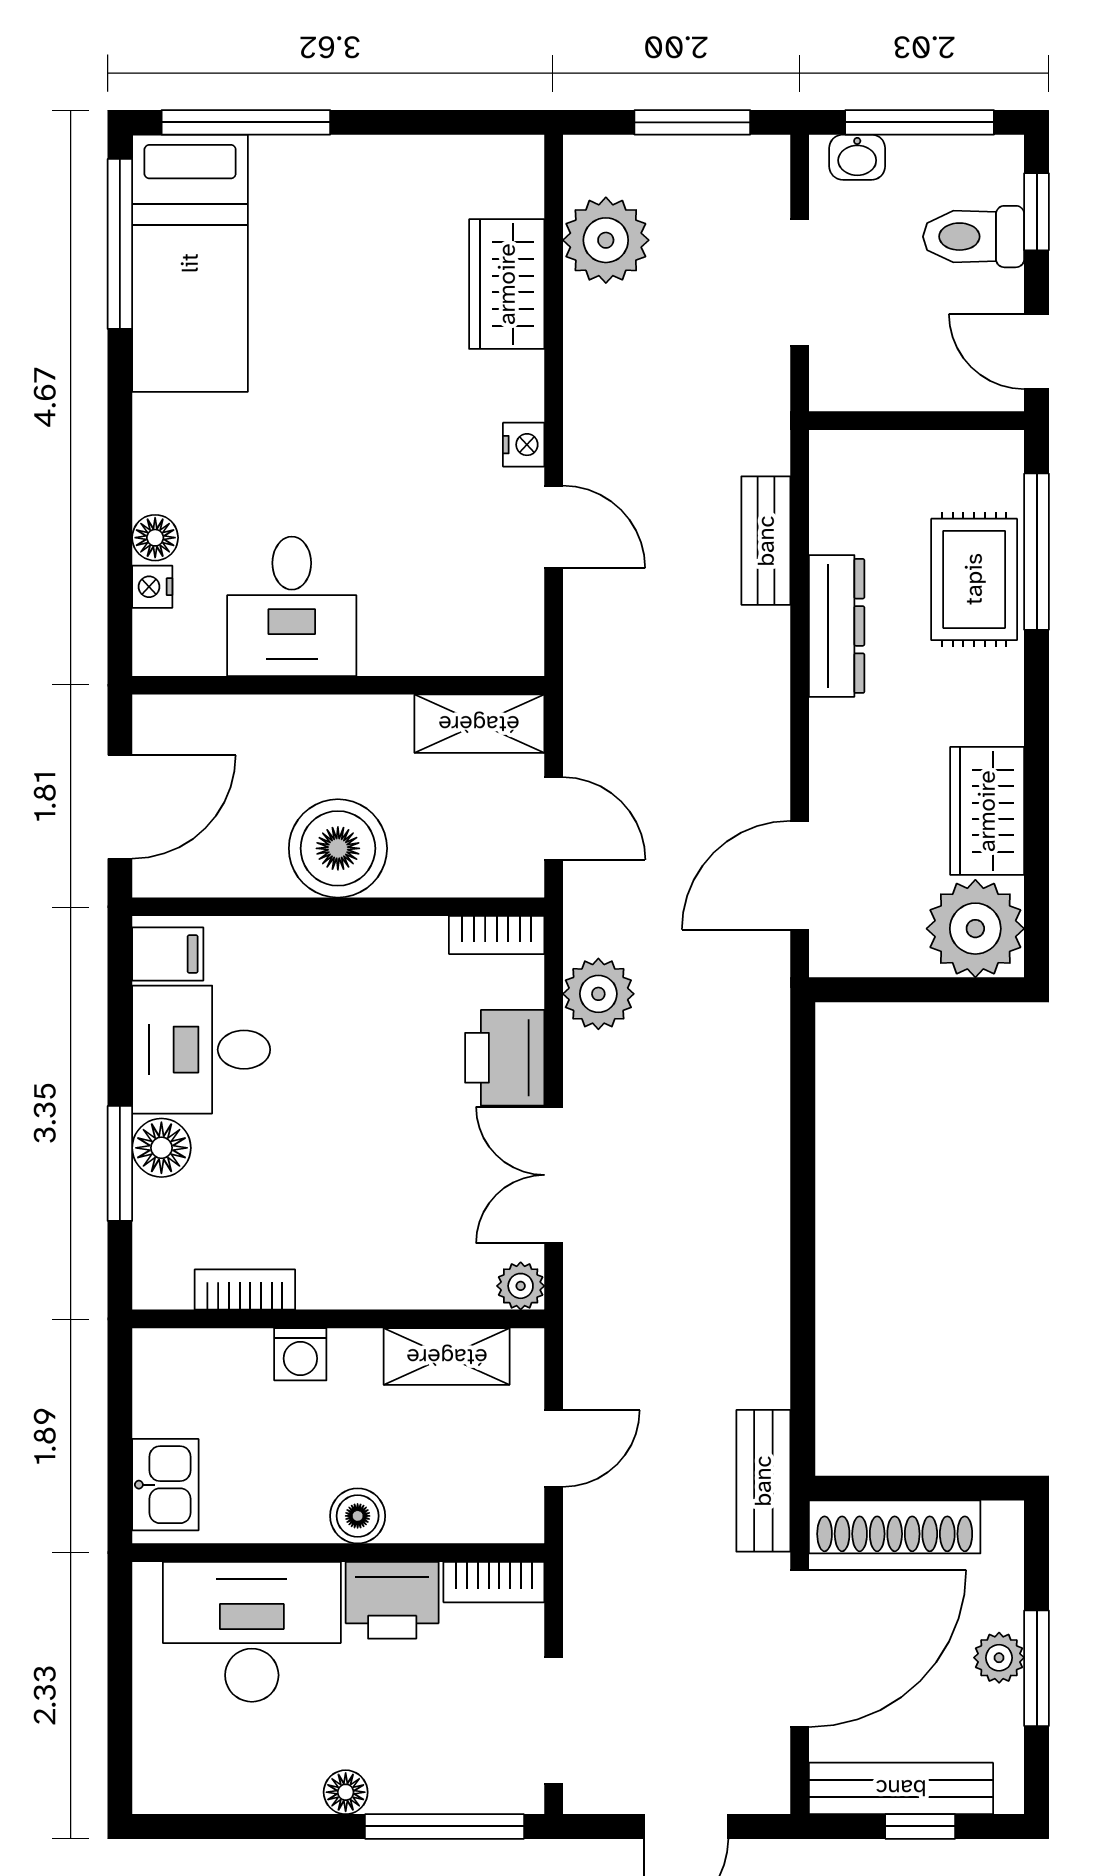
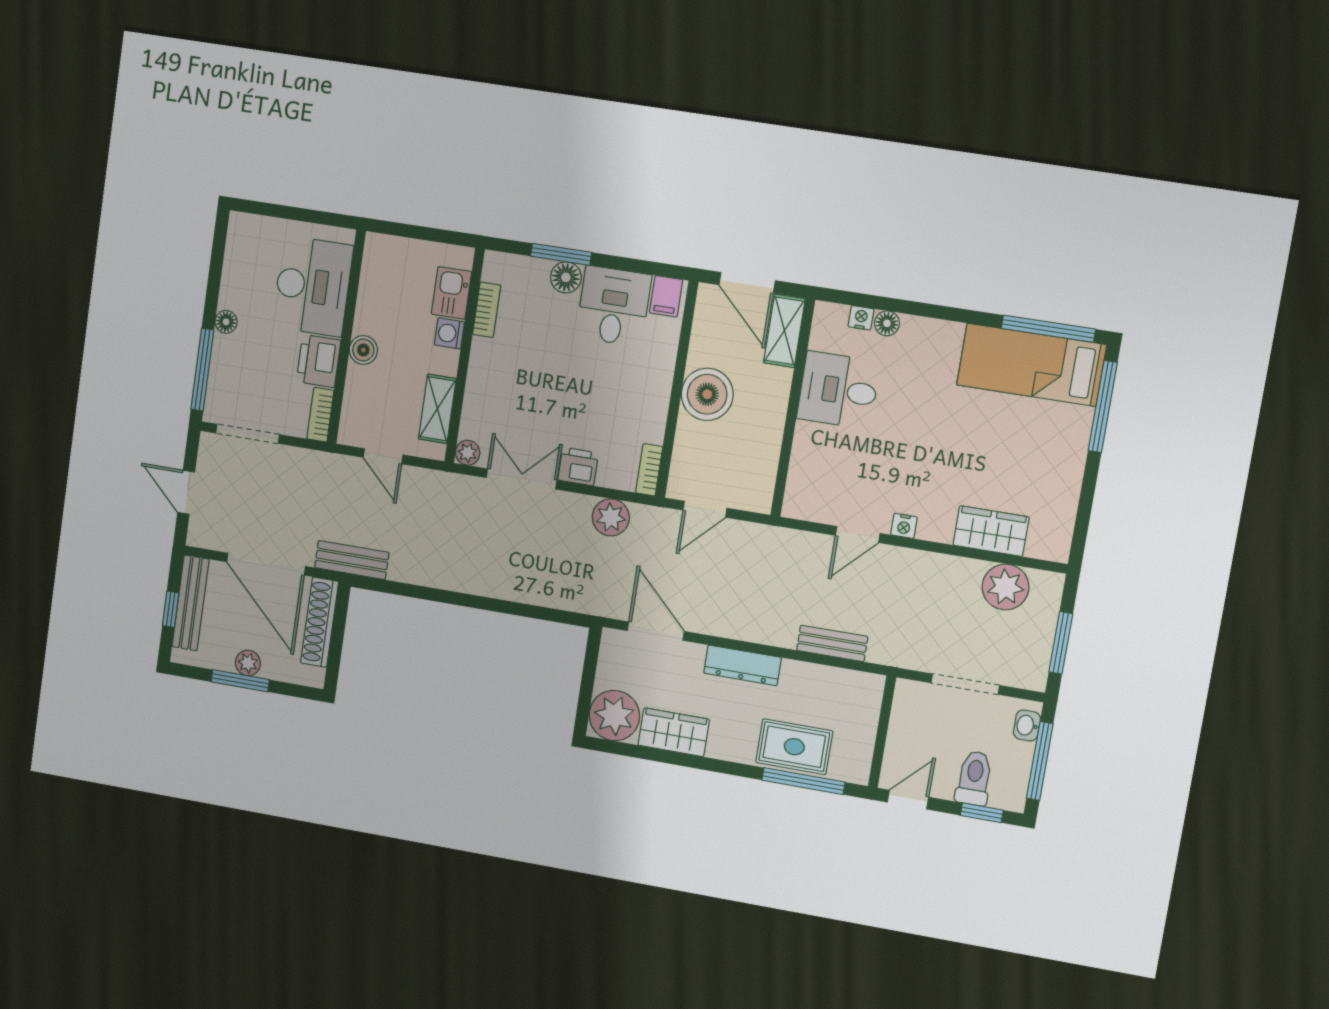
dresser: (837, 626) -> (742, 665), moved
shelving: (479, 724) -> (784, 331), moved
printer: (505, 1058) -> (578, 467), width x0.73, depth x0.81
kitchen sink: (165, 1485) -> (452, 293), moved, turned 90

